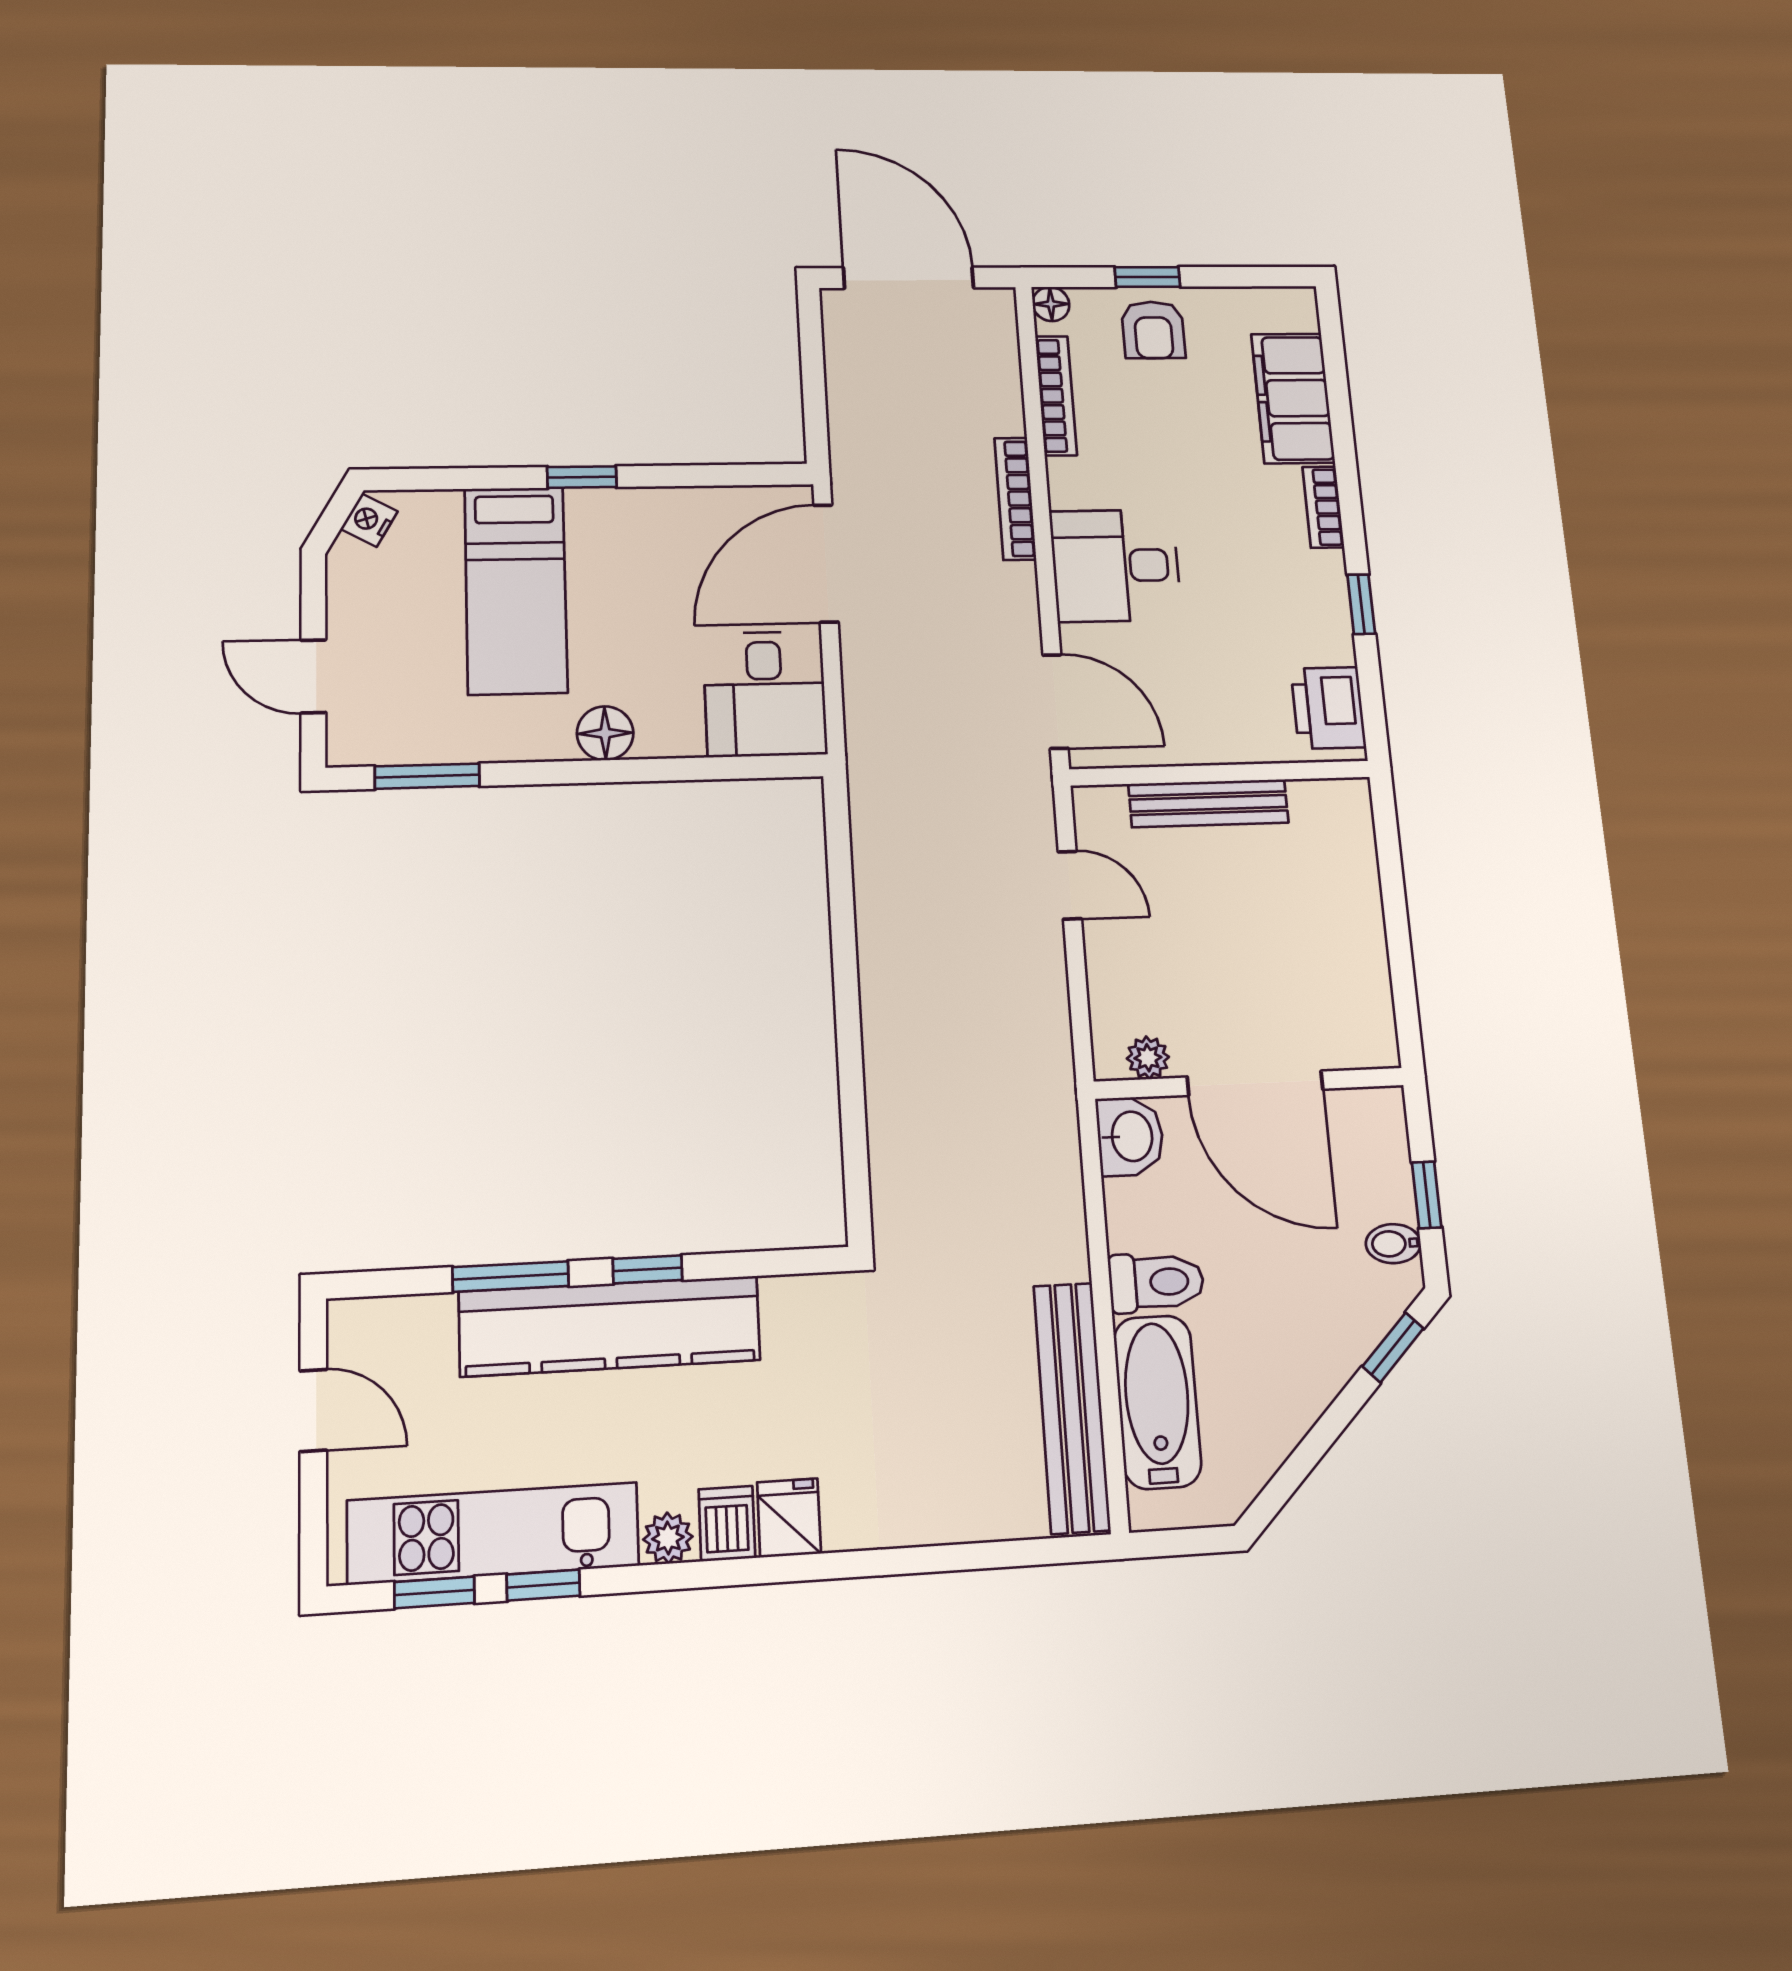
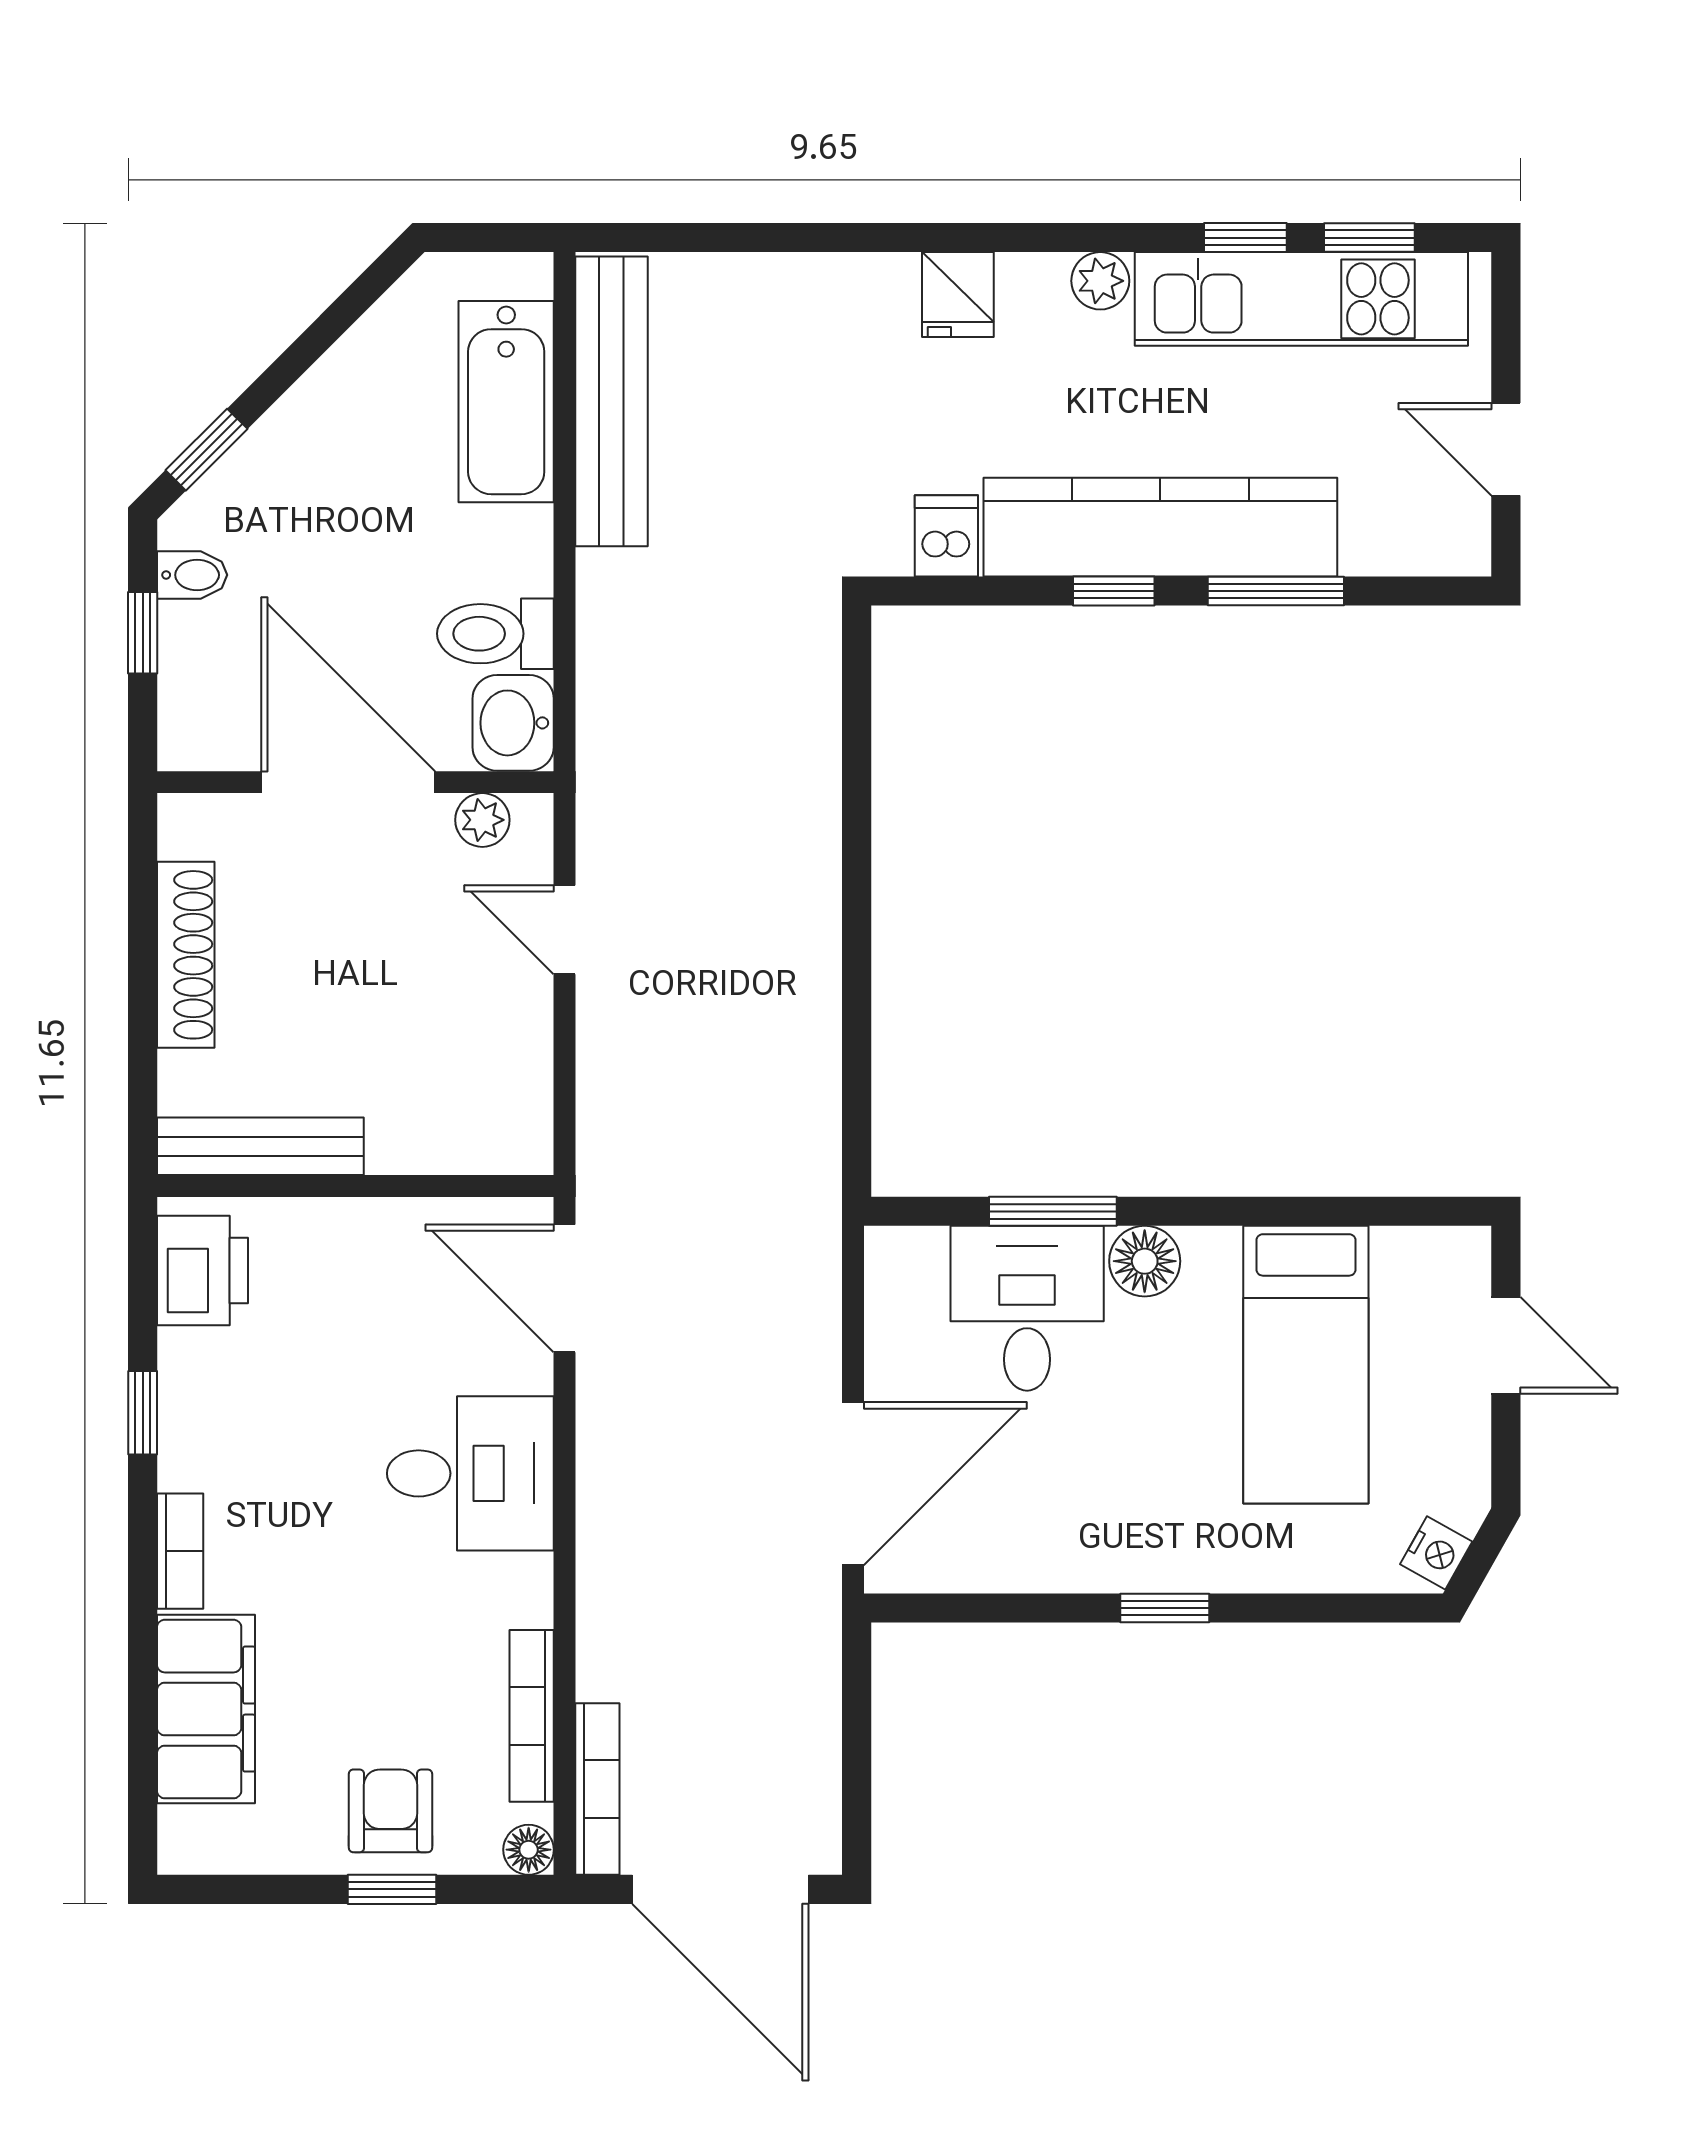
bookcase: (1015, 499) -> (597, 1789), moved
bed: (516, 590) -> (1306, 1365), moved, turned 180
desk: (765, 694) -> (1027, 1308), moved
window: (427, 776) -> (1053, 1211), moved
bench: (1208, 803) -> (260, 1146), moved
door: (1070, 885) -> (565, 930), moved
shoe rack: (1366, 944) -> (186, 955), added
toilet: (1156, 1282) -> (495, 634), moved
dishwasher: (727, 1524) -> (946, 536), moved, turned 180

